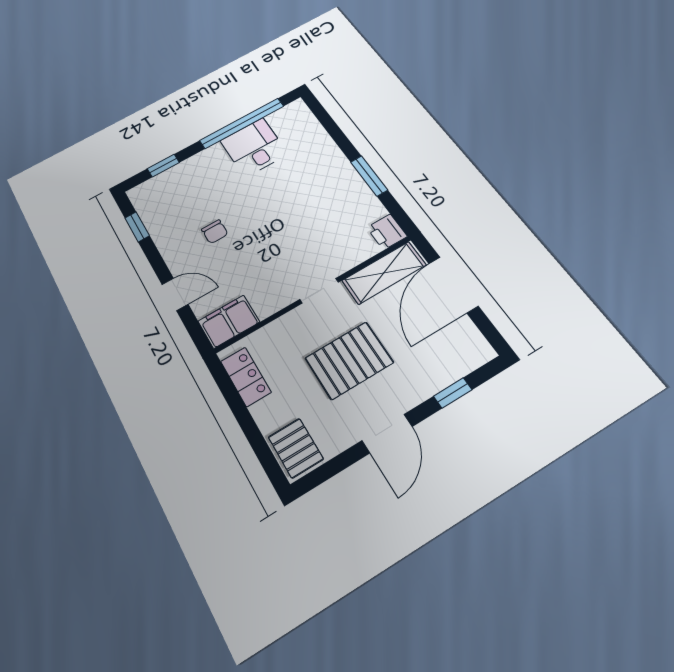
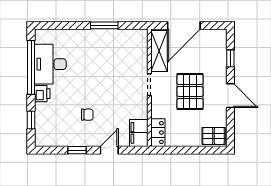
desk: (254, 147) -> (50, 64), width x1.37
window: (137, 227) -> (77, 150), moved
printer: (387, 232) -> (42, 94), moved, turned -90
door: (453, 285) -> (184, 25), hinge flipped
locker: (246, 377) -> (158, 133), moved, turned 90

